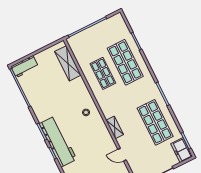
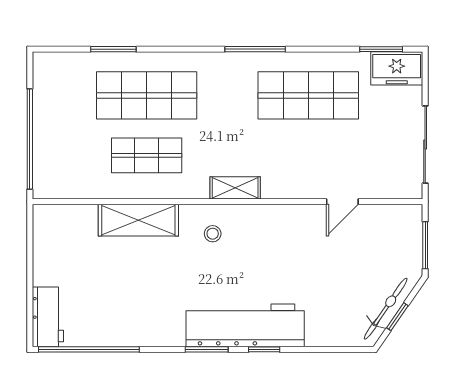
shelving: (68, 63) -> (138, 220), moved
shelving: (115, 127) -> (235, 188), moved

